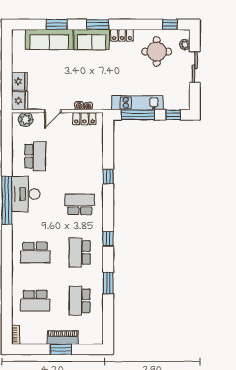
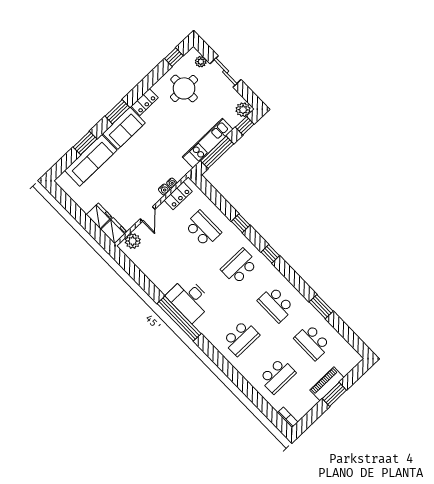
plant: (182, 103) -> (243, 110), added
school desk: (35, 156) -> (203, 229), moved
window: (108, 239) -> (270, 254), moved

